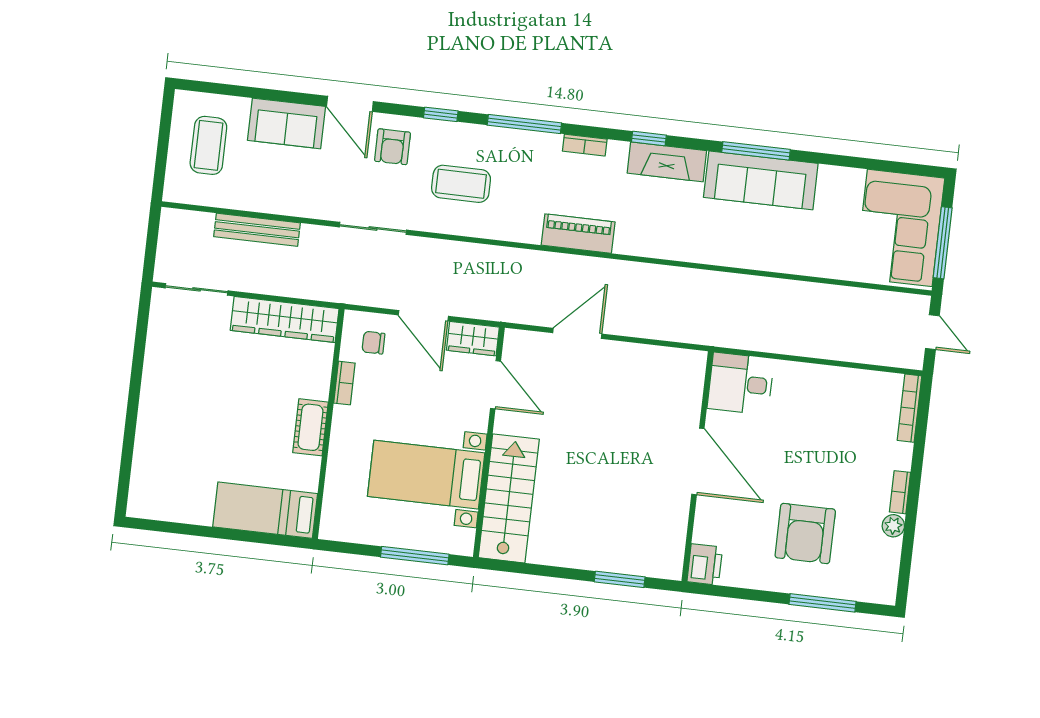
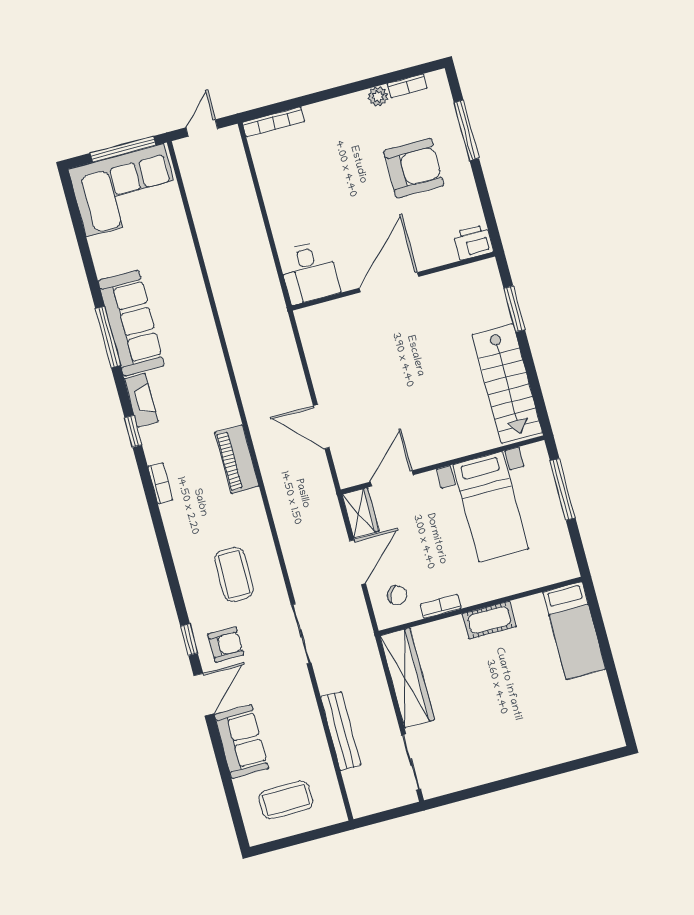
window: (441, 114) -> (189, 640), moved
window: (524, 124) -> (163, 541), removed
fireplace: (667, 162) -> (141, 400), width x0.73, depth x0.76
chair: (373, 343) -> (397, 595), turned -60
bookcase: (900, 492) -> (407, 86), moved
stairs: (509, 498) -> (507, 384), moved, turned -90

